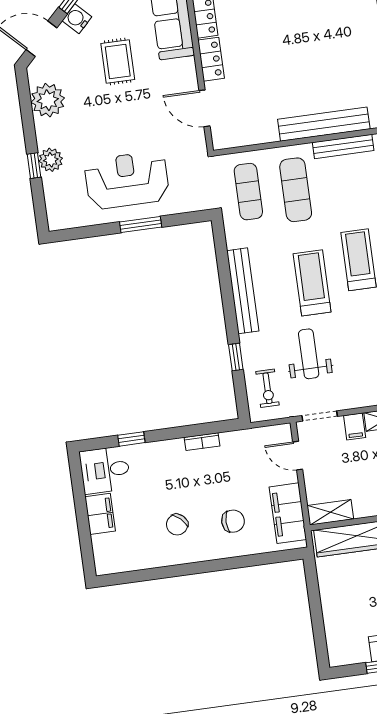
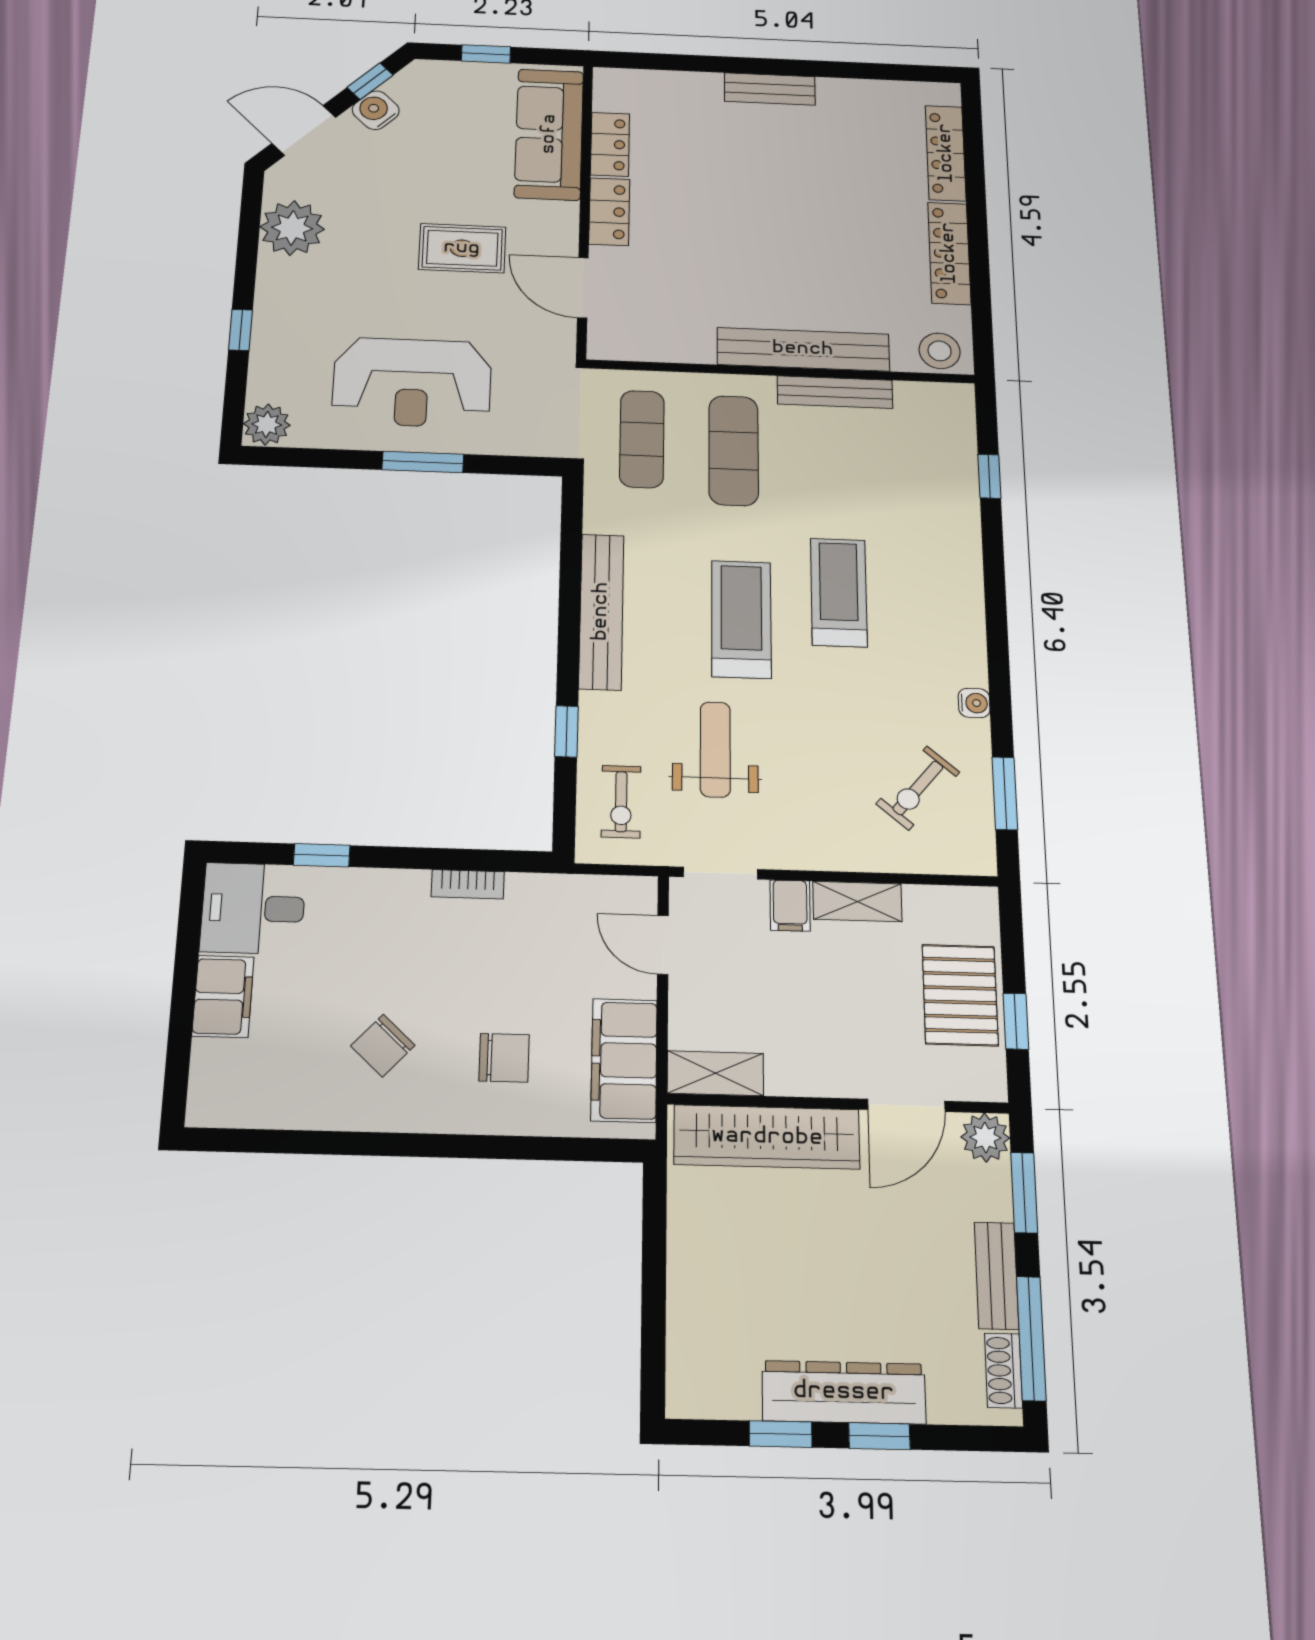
rug: (118, 61) -> (462, 248), moved, turned 90
plant: (51, 160) -> (267, 424), moved
reception desk: (127, 180) -> (412, 382), turned 180

